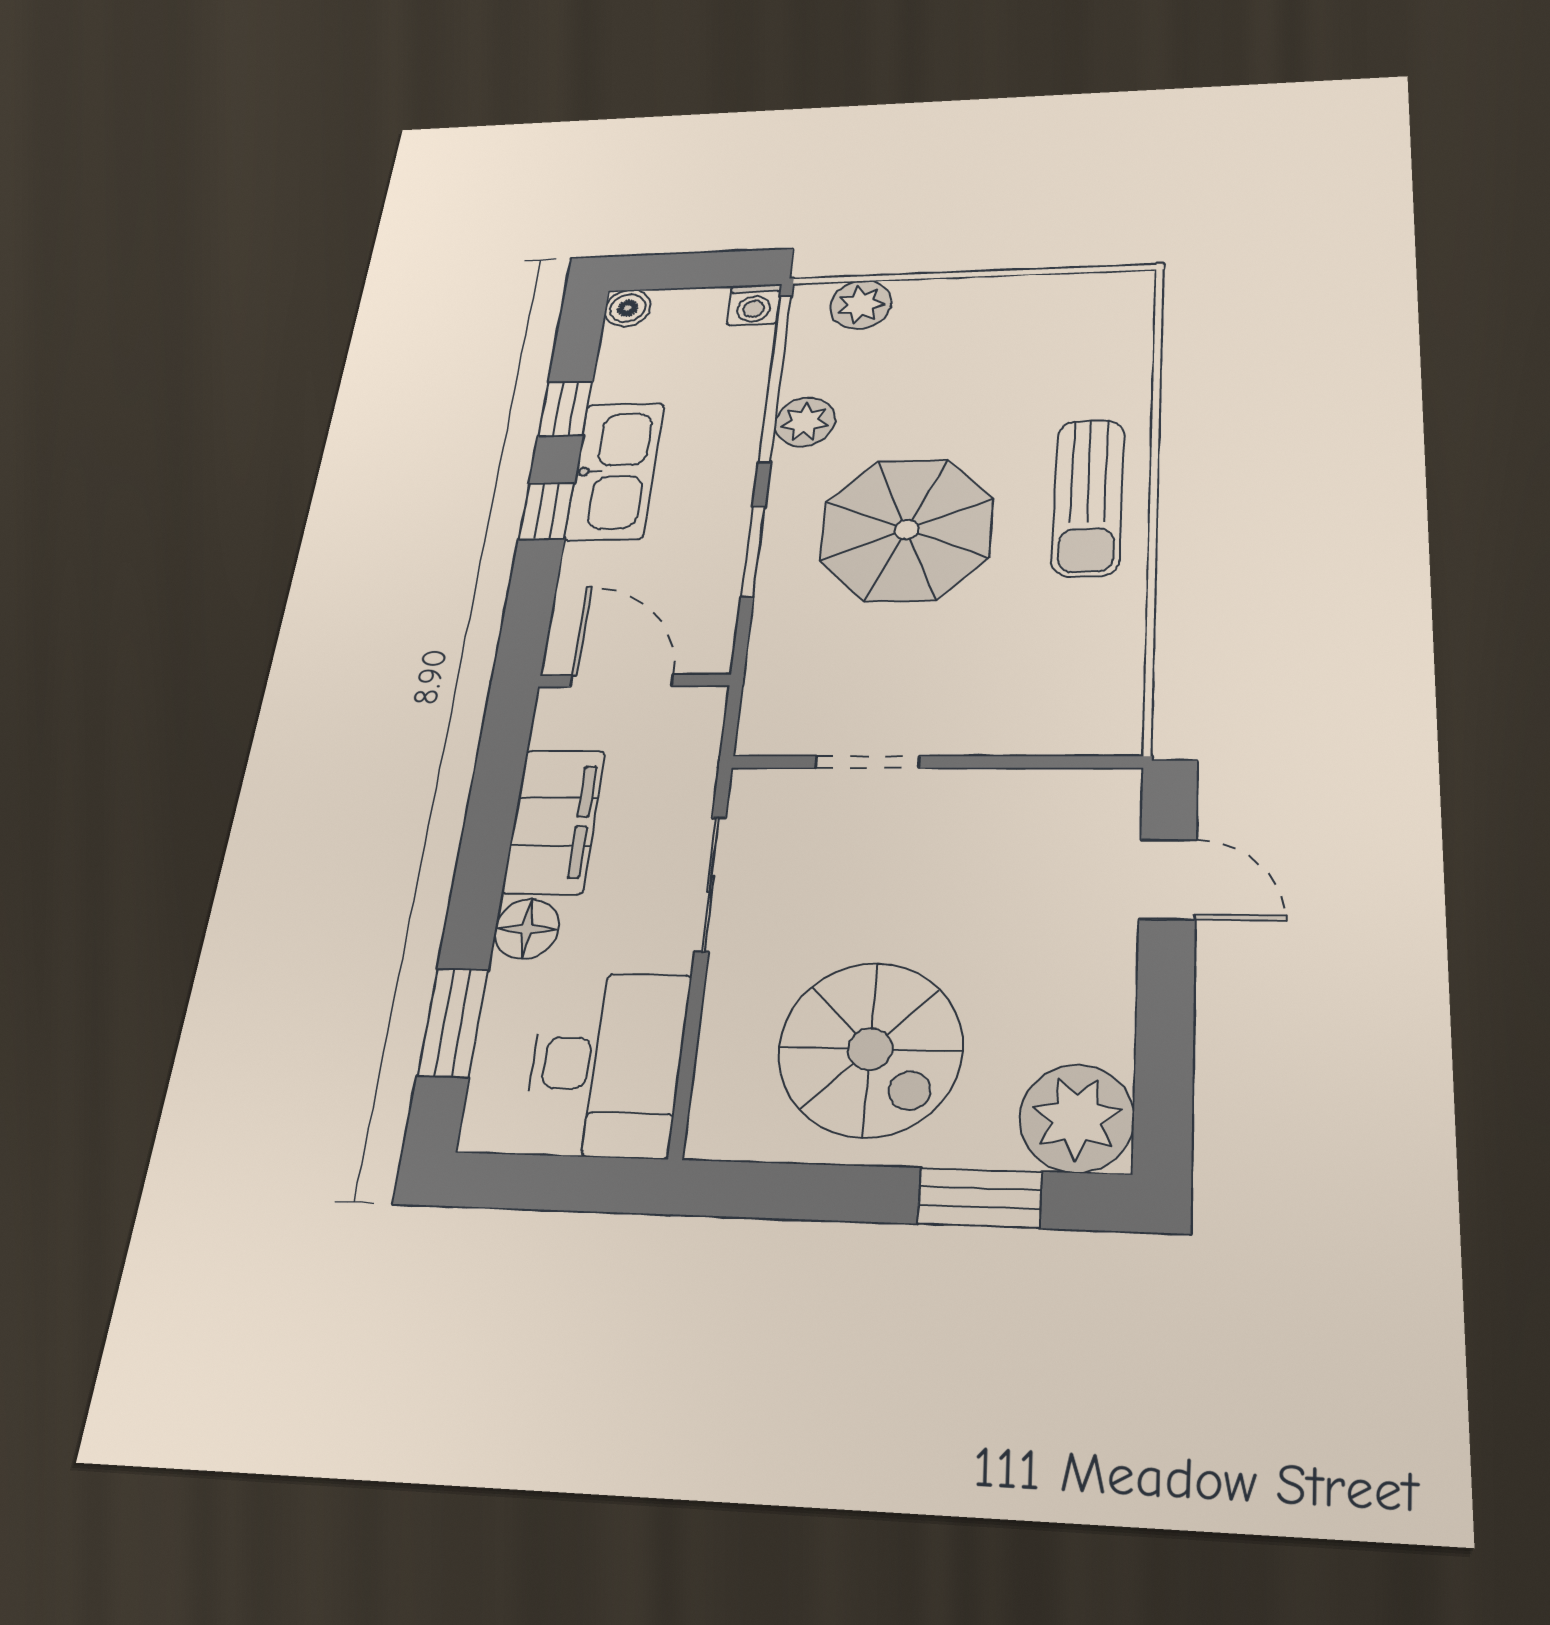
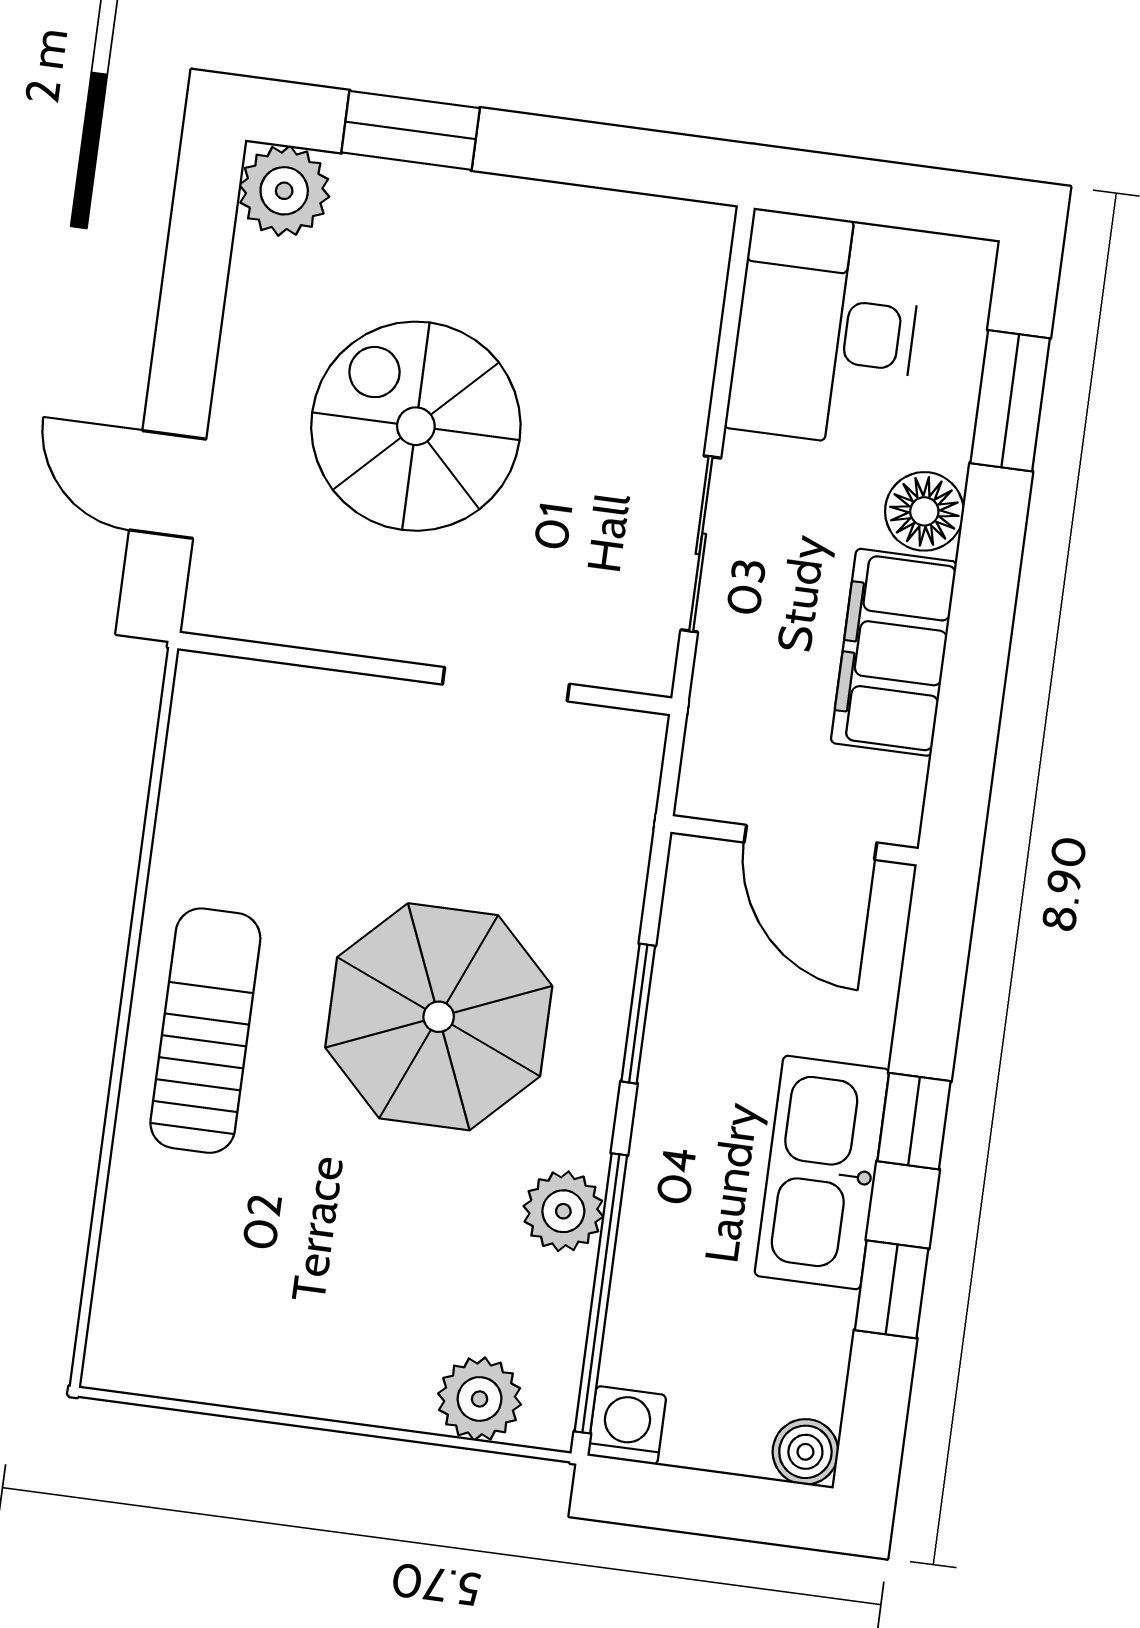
spiral stairs: (870, 1049) -> (416, 426), moved
plant: (1077, 1118) -> (284, 191), width x0.73, depth x0.73

